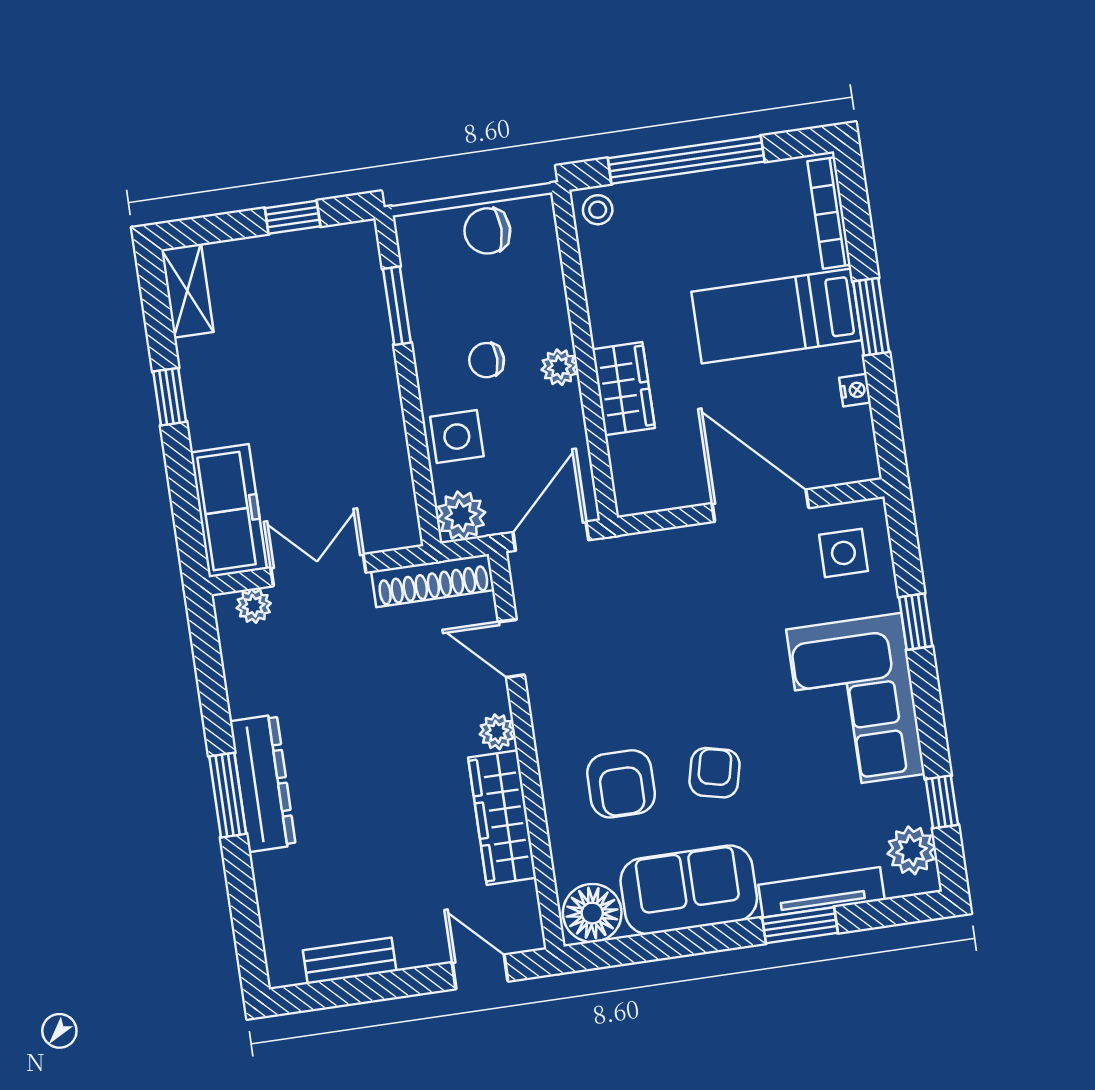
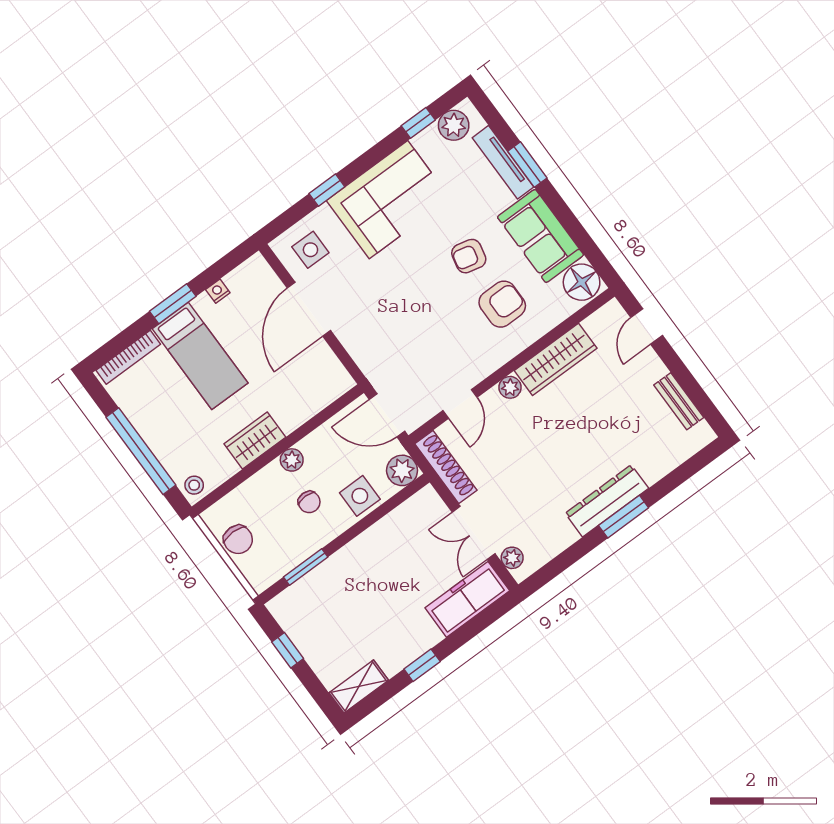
wardrobe: (624, 389) -> (255, 441), moved

